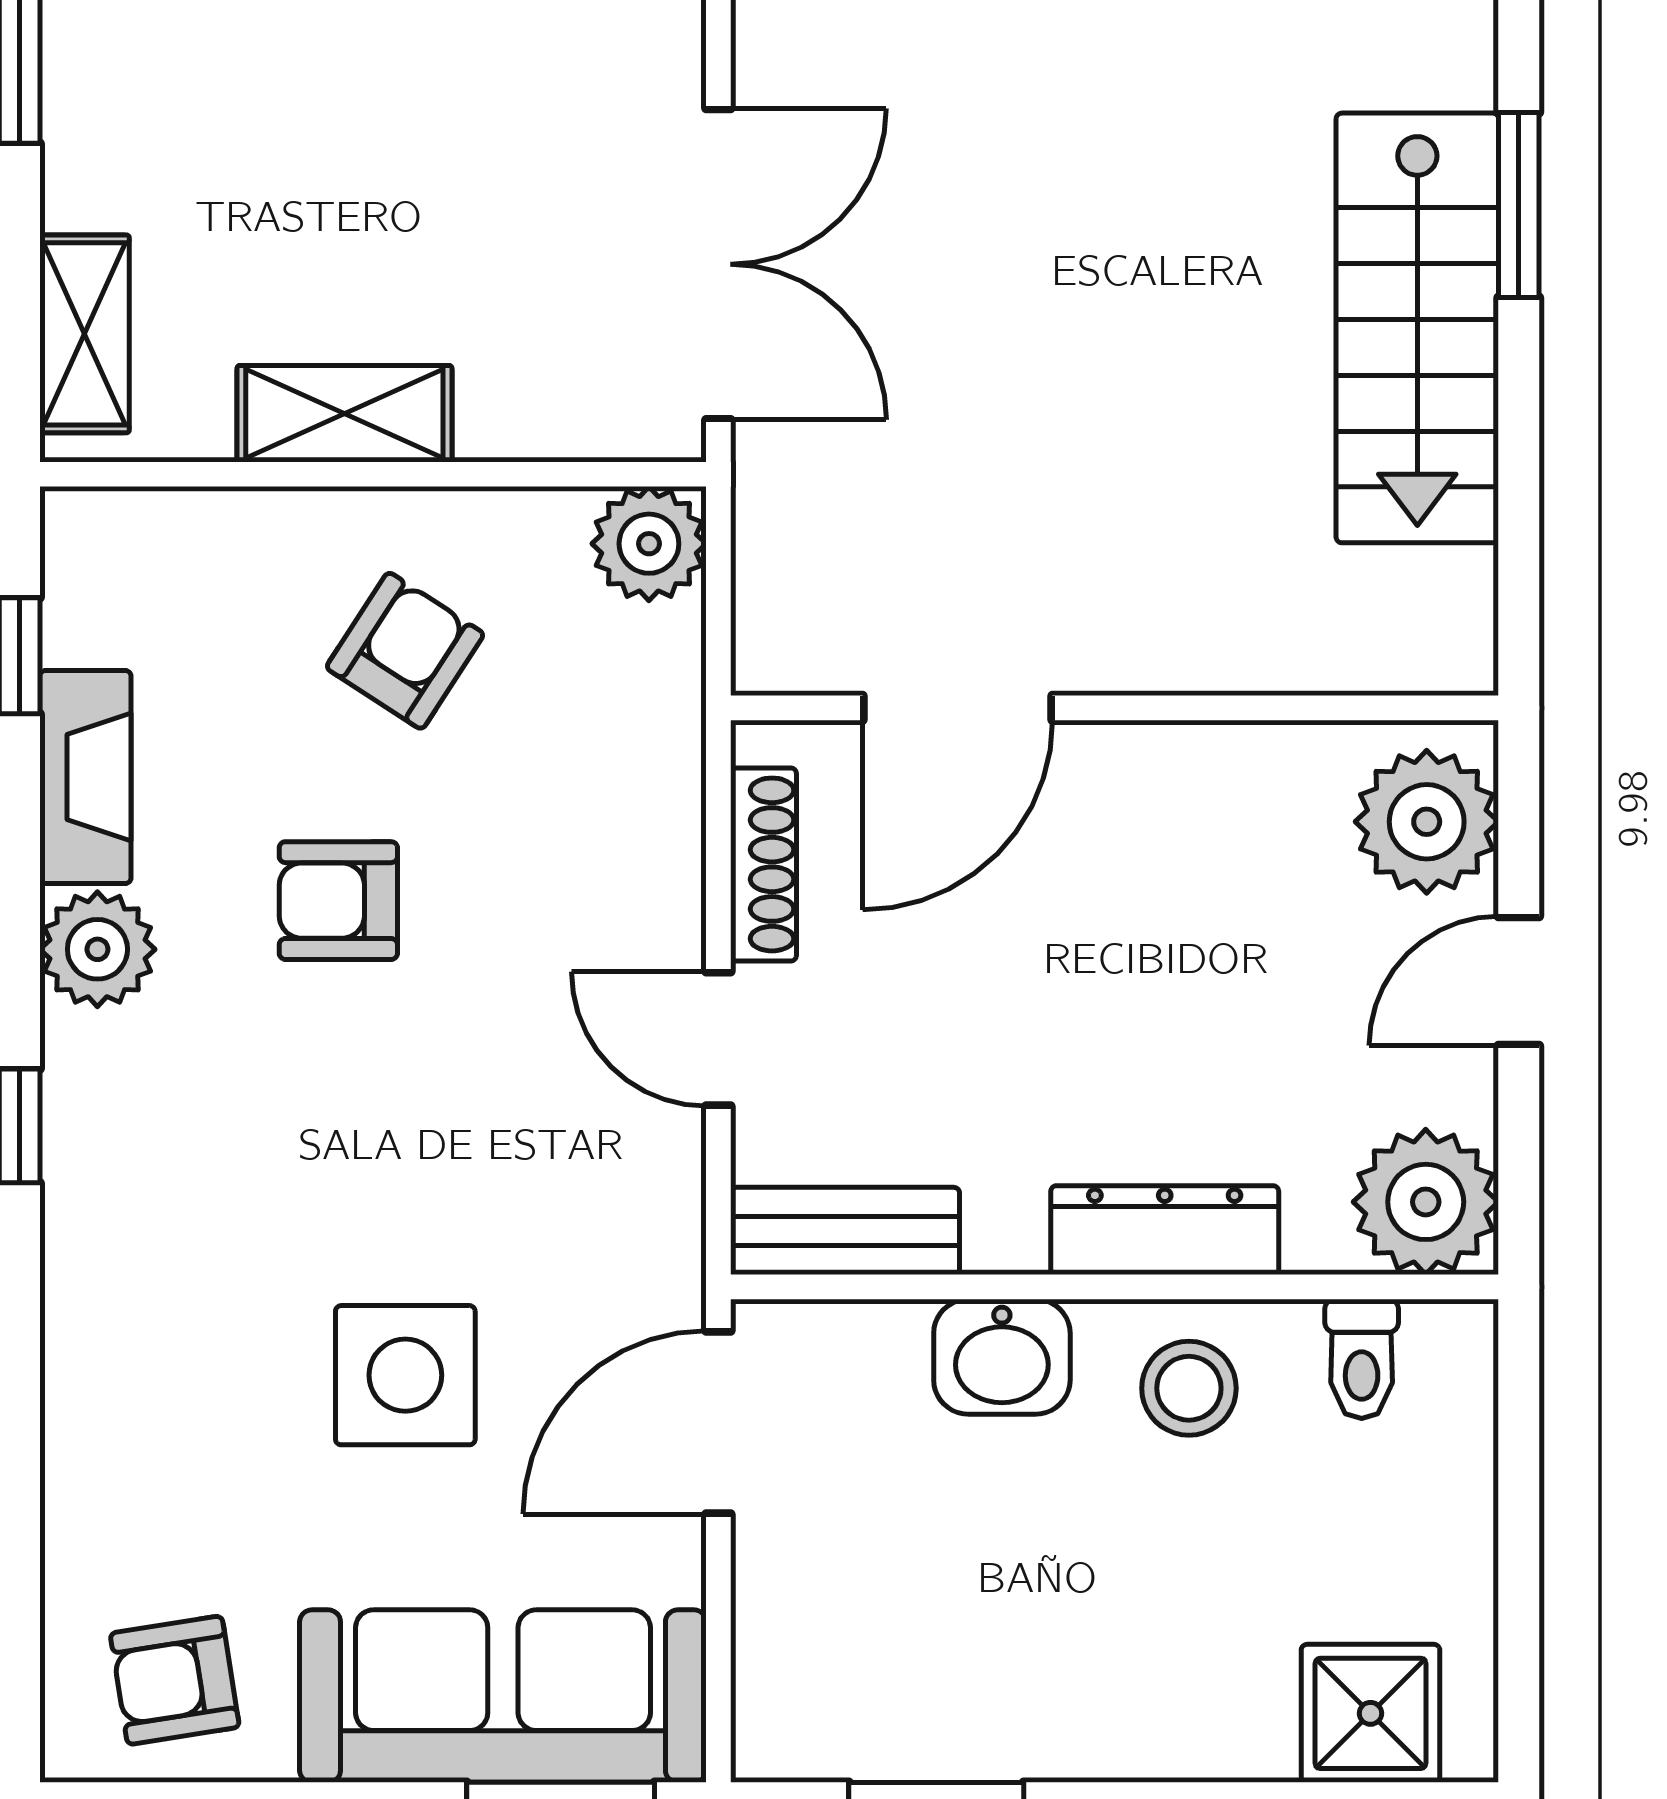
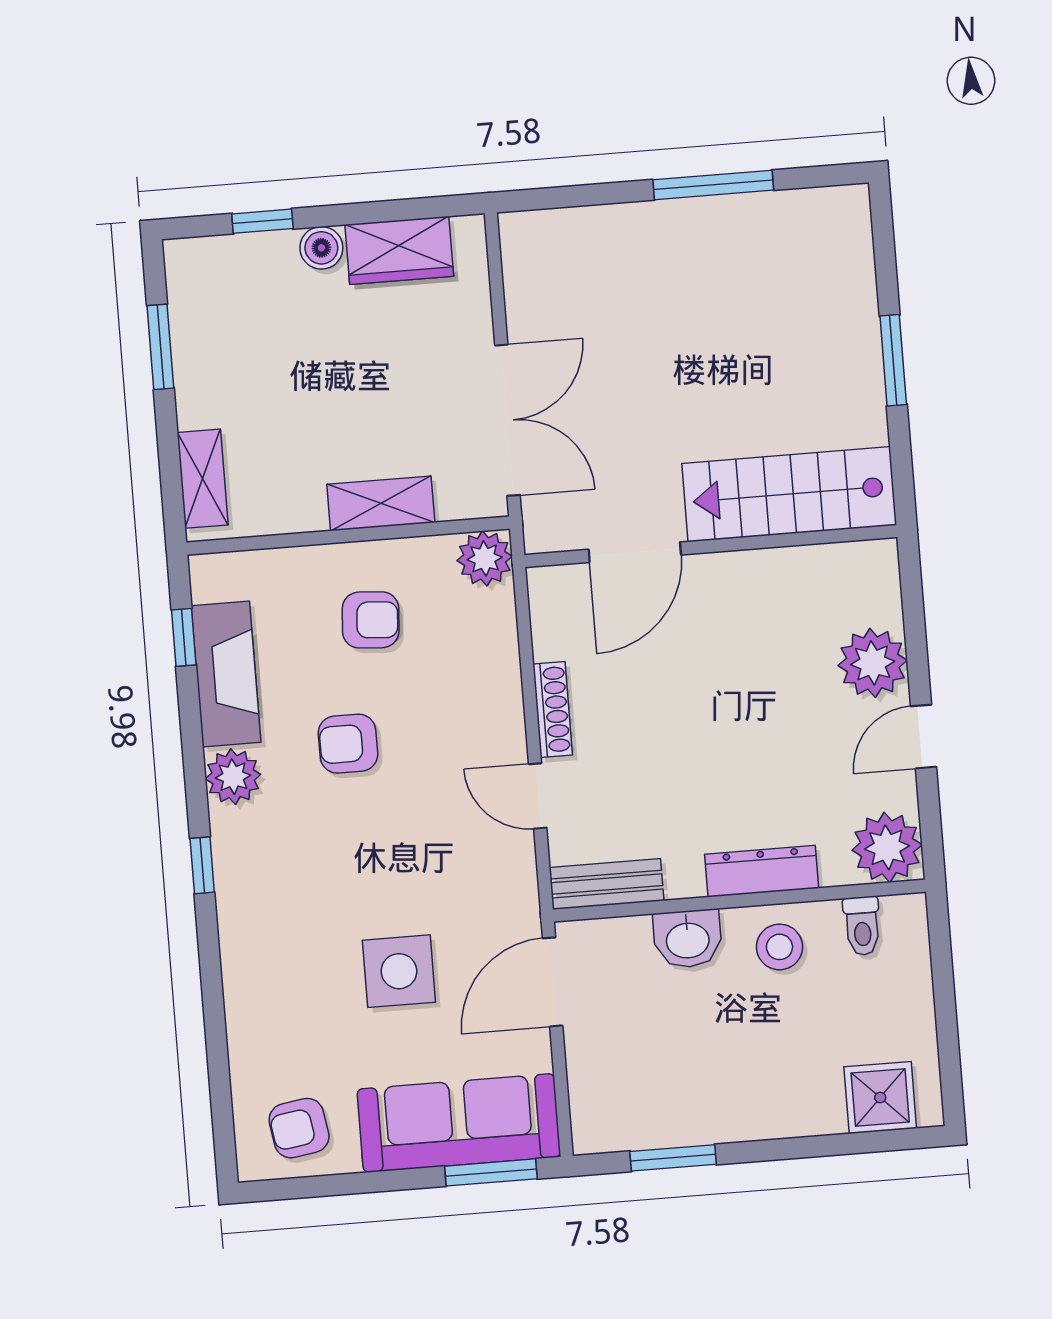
stairs: (1417, 328) -> (789, 494), moved, turned 90
shelving: (344, 414) -> (381, 503), moved
armchair: (405, 651) -> (371, 620), turned 61
door: (958, 708) -> (635, 552), moved
wall: (1114, 708) -> (711, 546), moved
fireplace: (85, 777) -> (226, 674), width x1.37, depth x1.32

